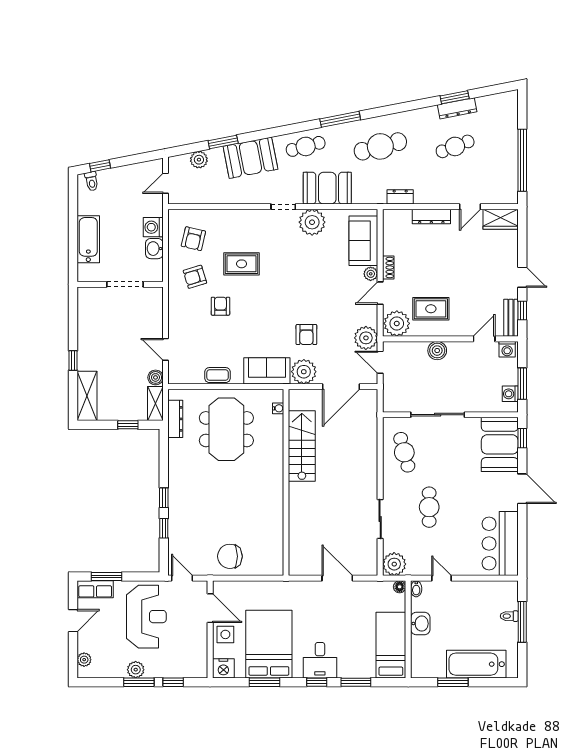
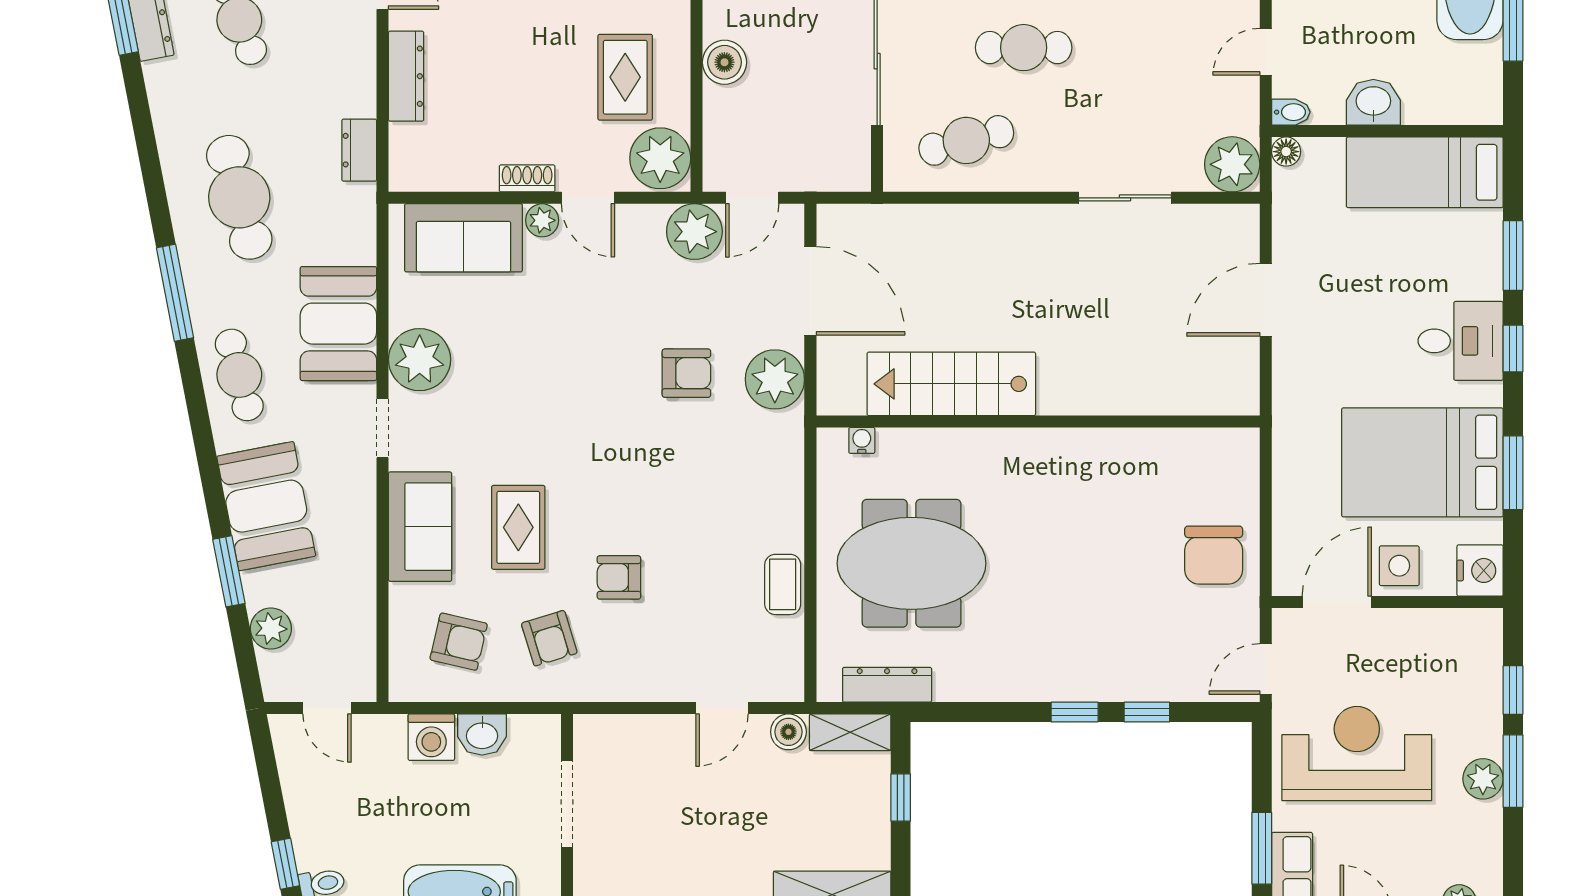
sofa: (267, 371) -> (420, 527), moved, turned 180
cafe table: (429, 507) -> (1024, 48), moved

